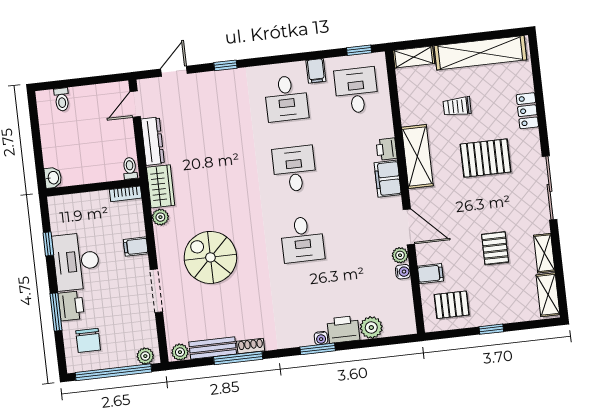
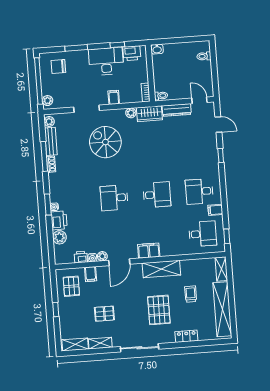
printer: (387, 149) -> (81, 257), moved
spiral stairs: (210, 257) -> (105, 142), turned -90
printer: (71, 306) -> (132, 53), moved

